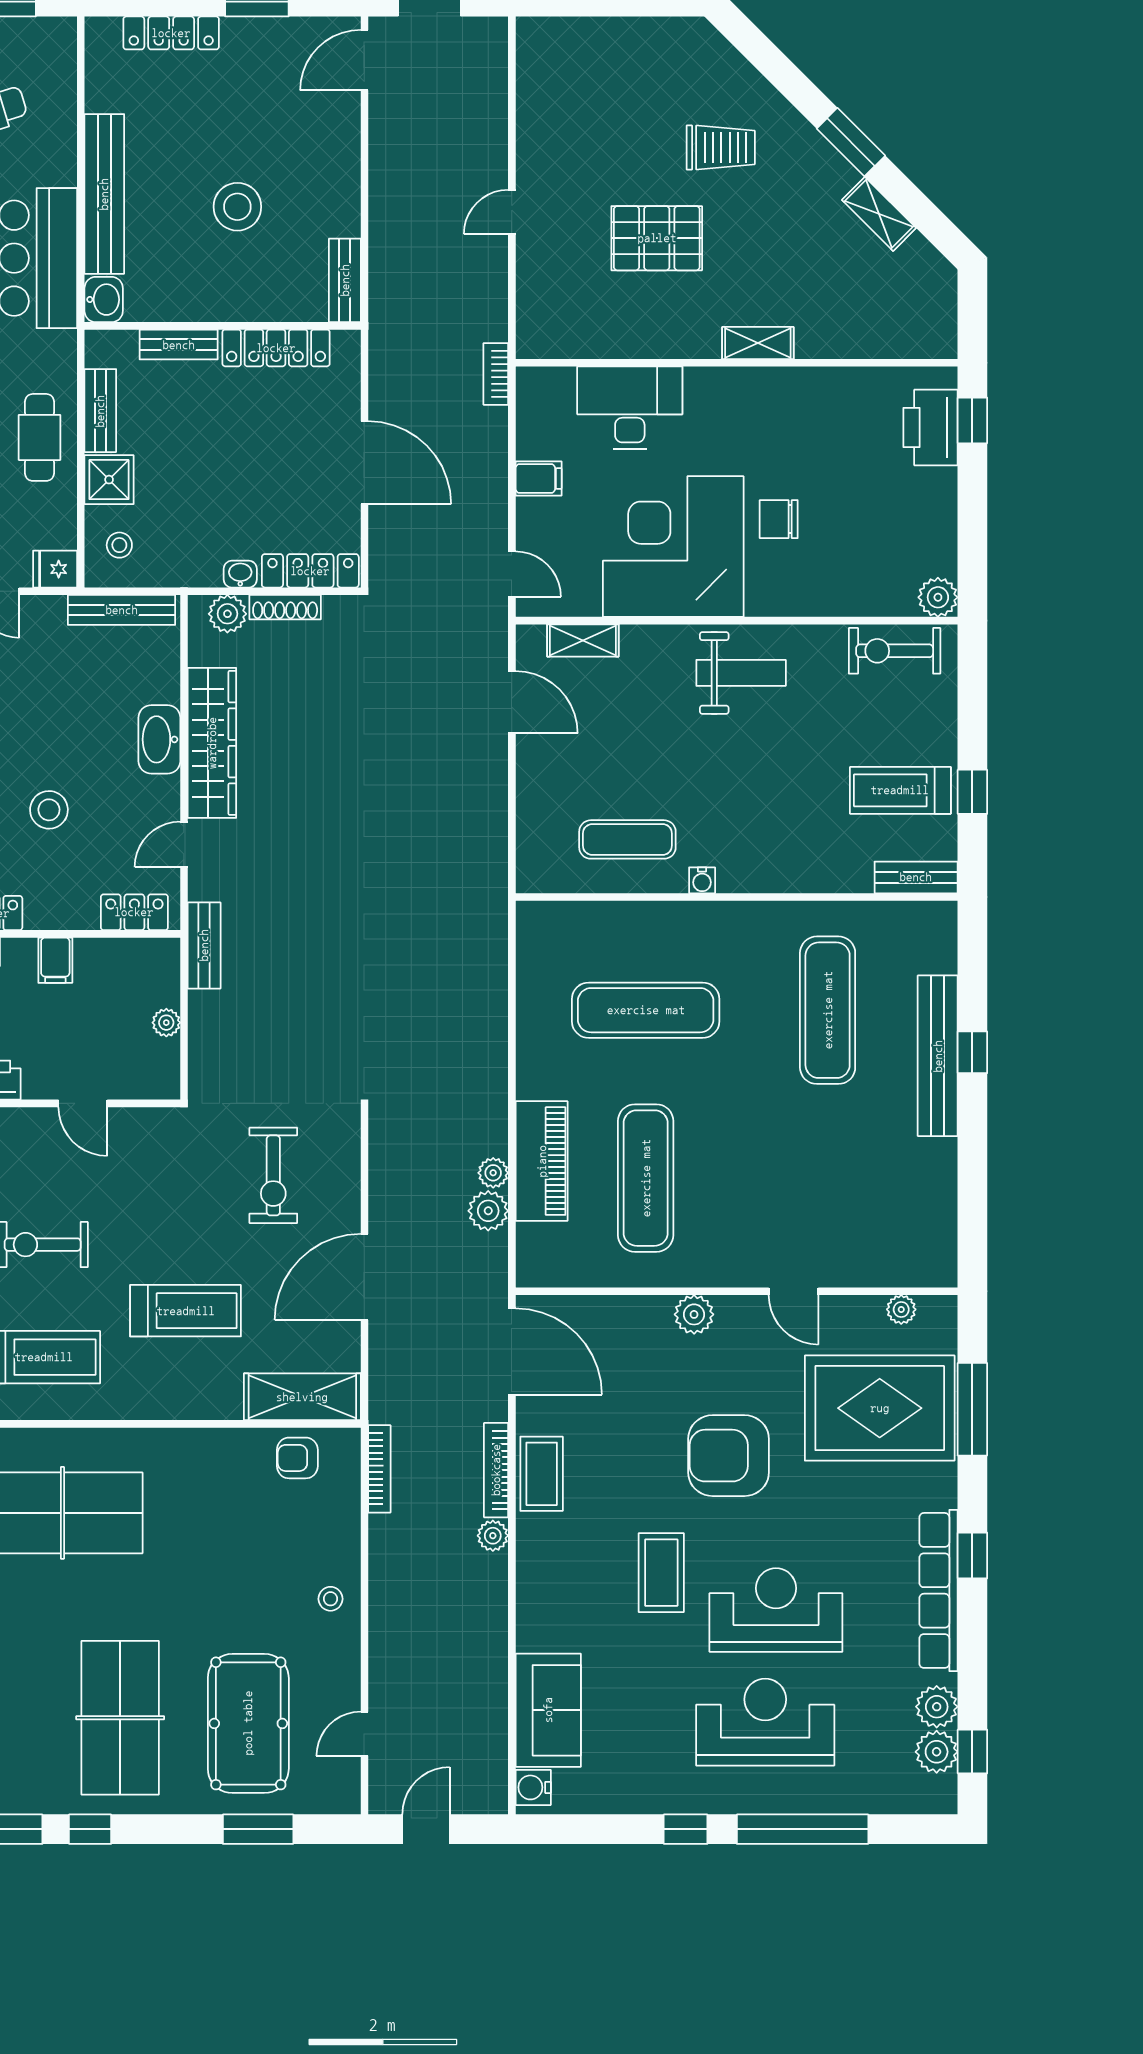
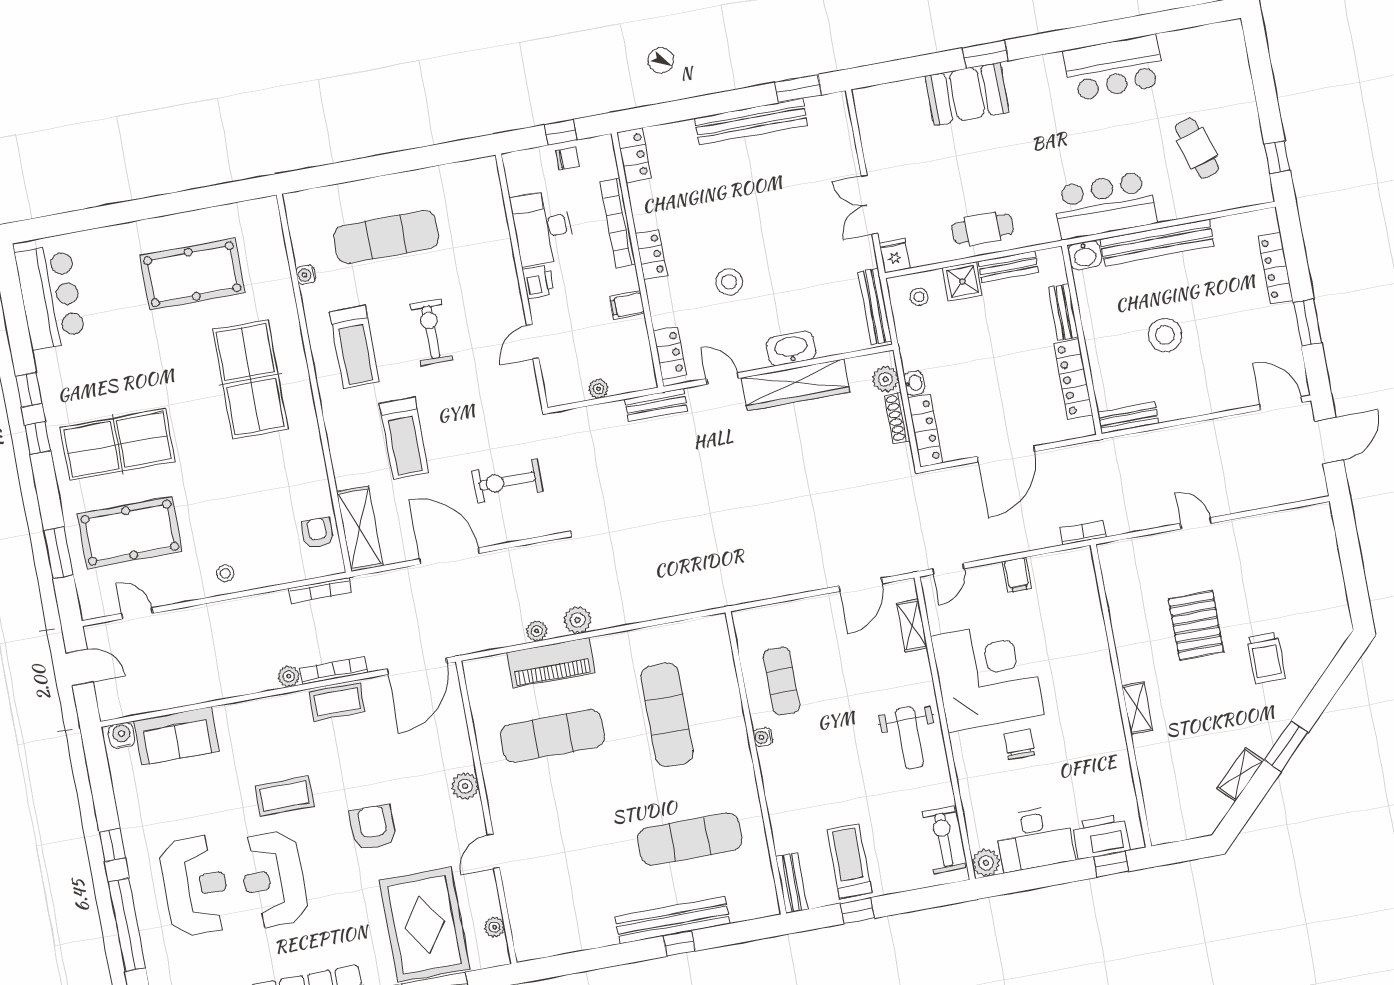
desk: (630, 408) -> (1035, 839), moved, turned 90
plant: (488, 1211) -> (578, 620), moved
armchair: (729, 1456) -> (373, 827), width x0.73, depth x0.73
reception desk: (776, 1610) -> (273, 879), turned 180

